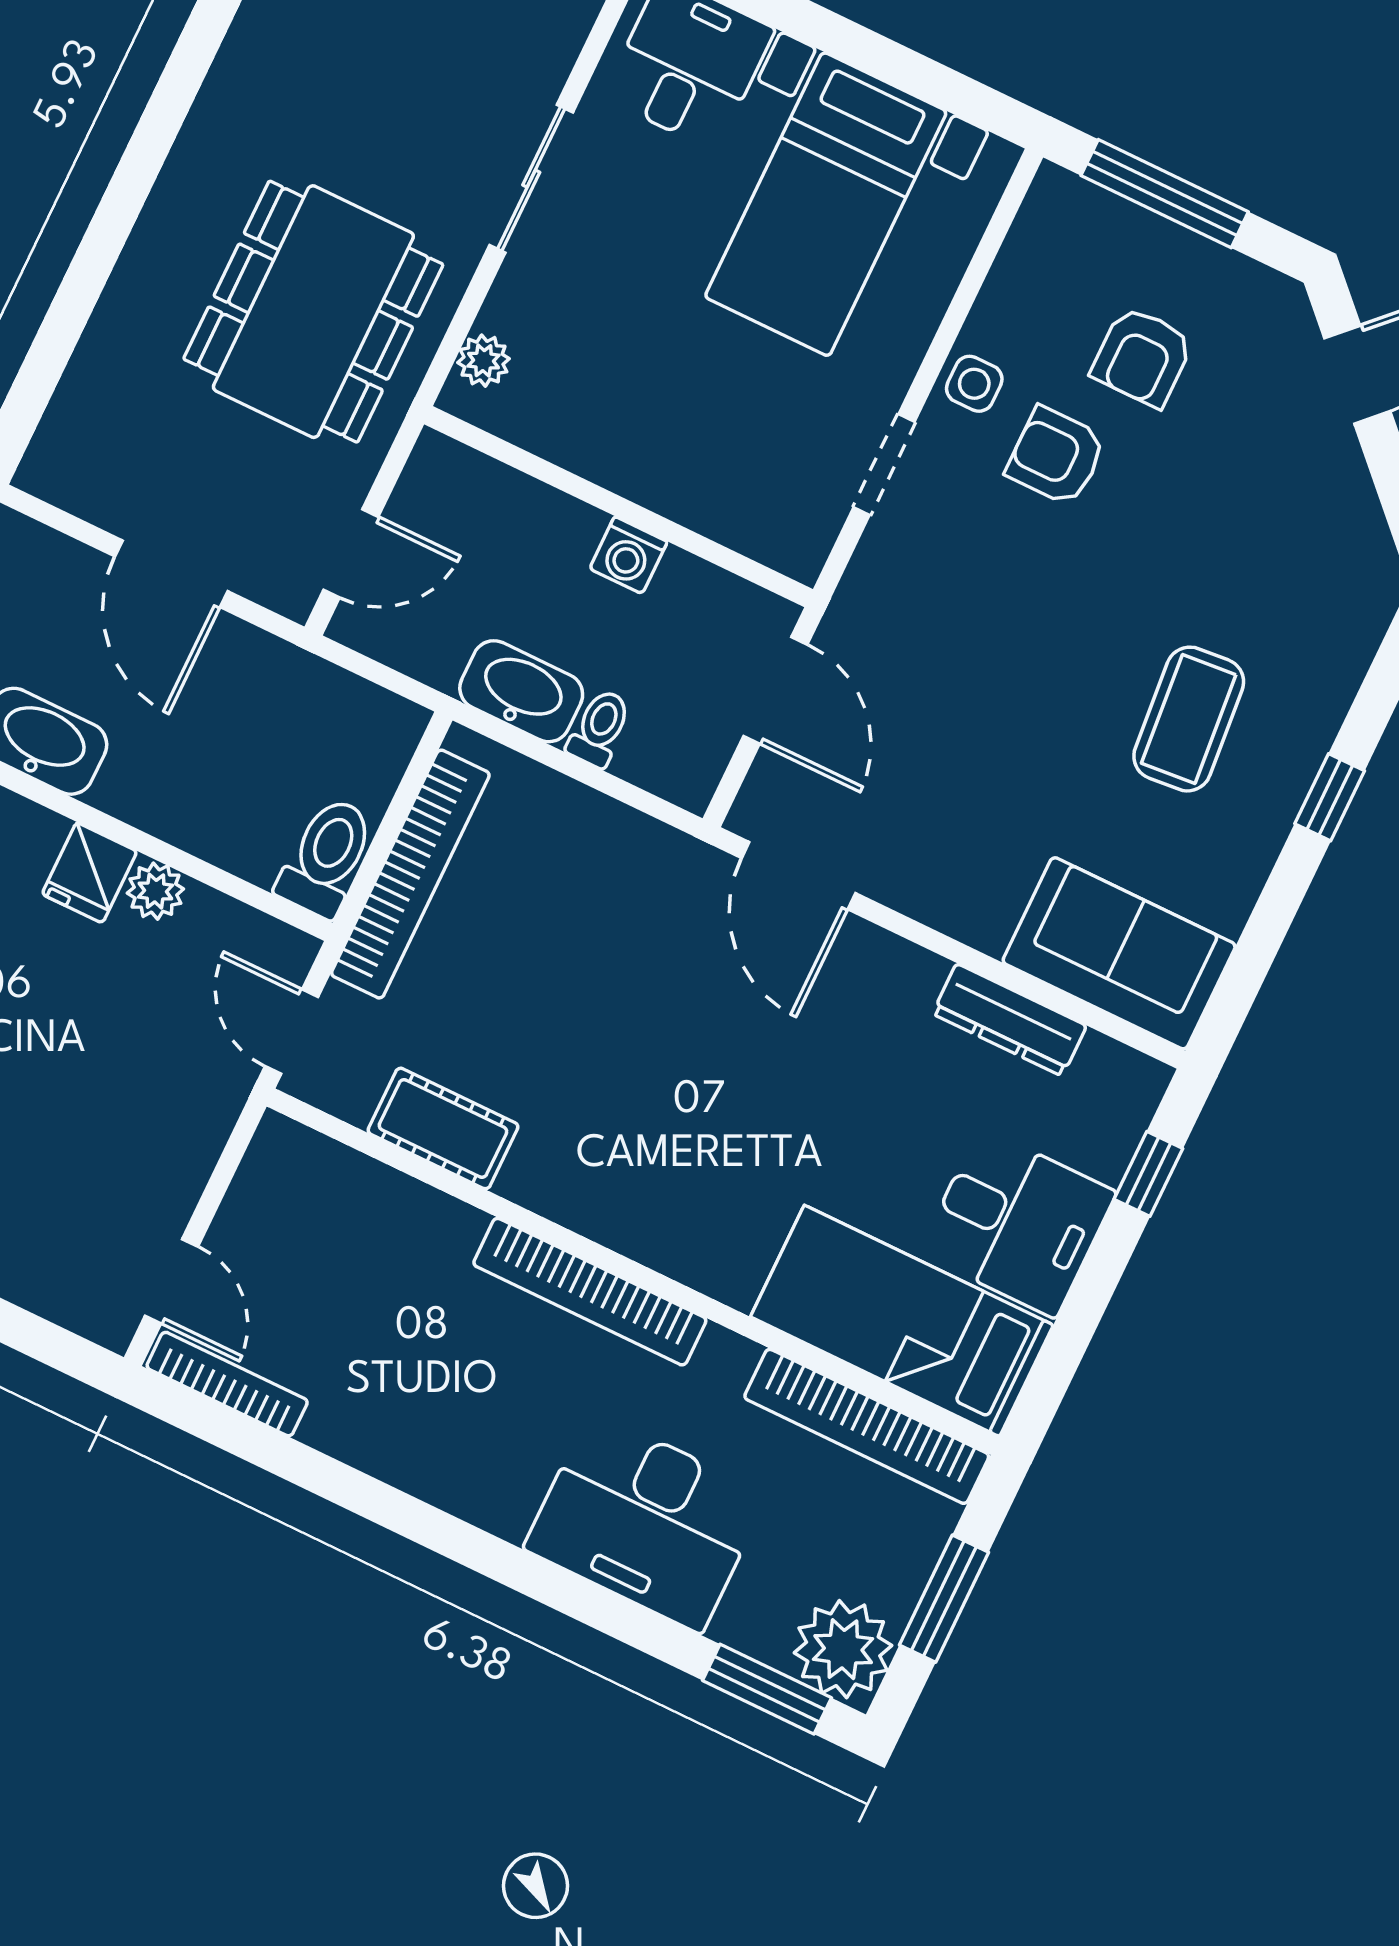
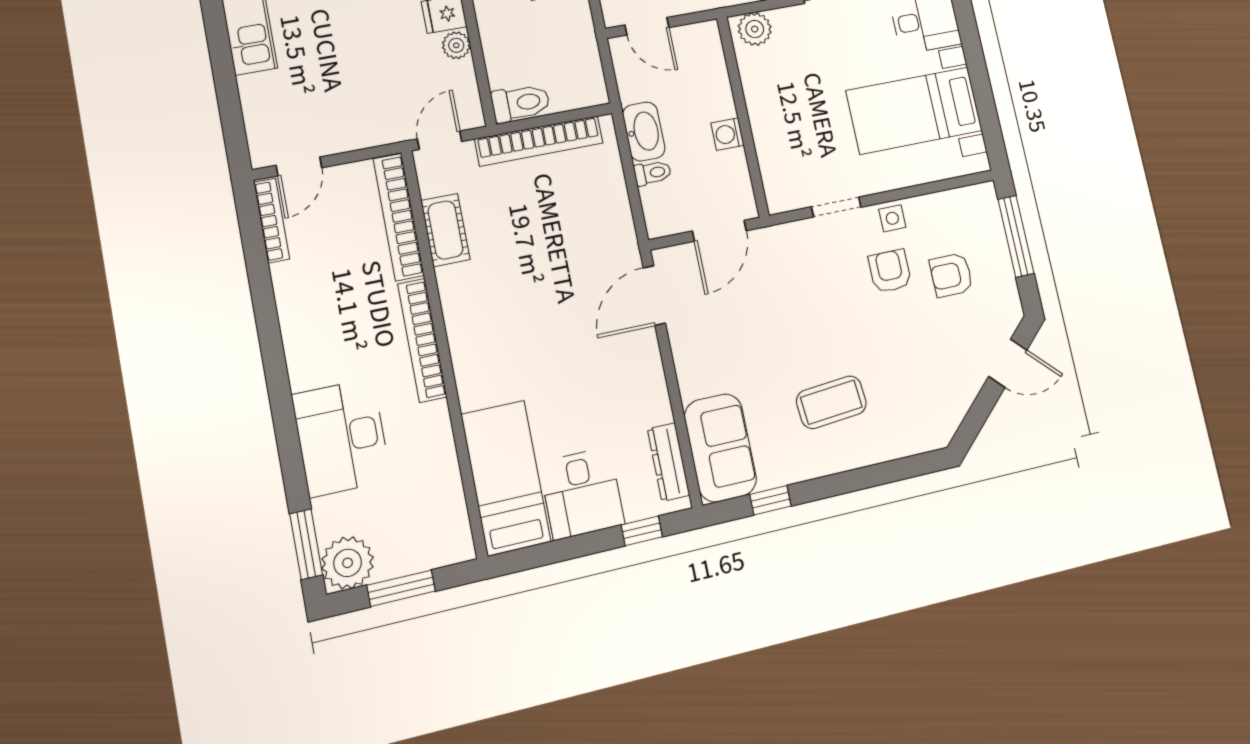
plant: (483, 361) -> (755, 29), width x1.38, depth x1.38
window: (1330, 797) -> (770, 500), moved
dresser: (1009, 1020) -> (669, 462), moved
bookcase: (867, 1426) -> (399, 217), moved

